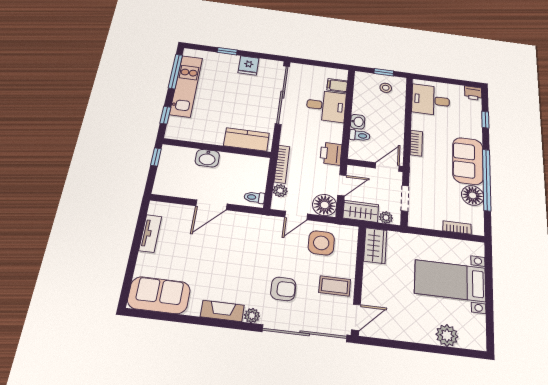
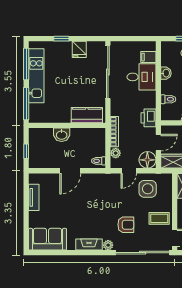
window: (165, 115) -> (26, 104), width x2.17
washbasin: (358, 122) -> (166, 73), moved
window: (156, 157) -> (26, 151), moved

